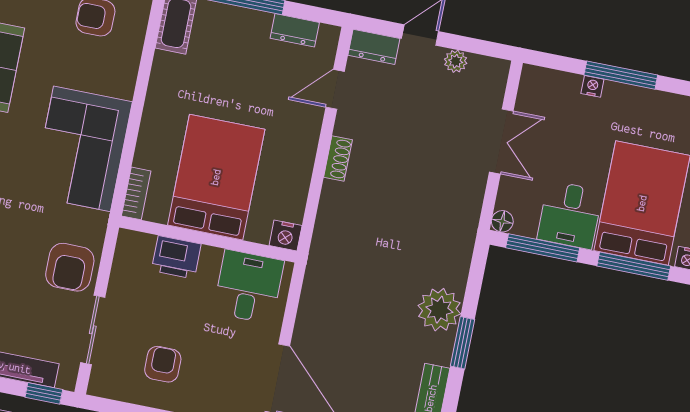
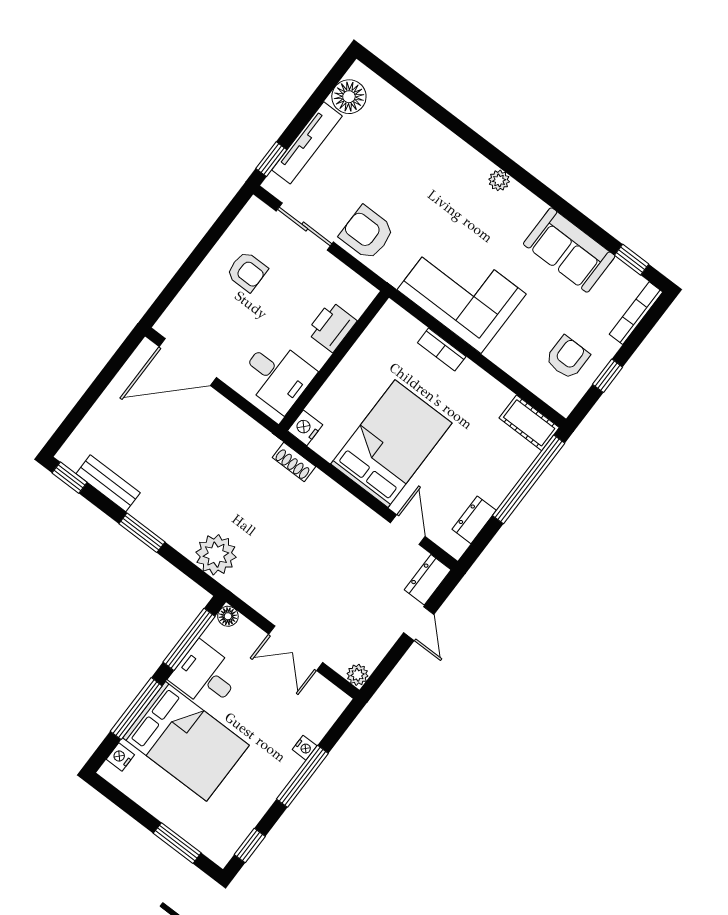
plant: (456, 61) -> (357, 675), moved
shoe rack: (338, 159) -> (294, 462), moved
bed: (216, 177) -> (391, 444), moved, turned -90
bookcase: (136, 193) -> (442, 350), moved
plant: (439, 310) -> (216, 555), moved

